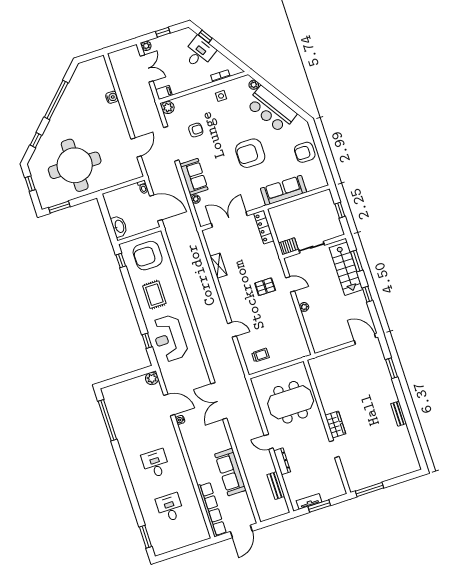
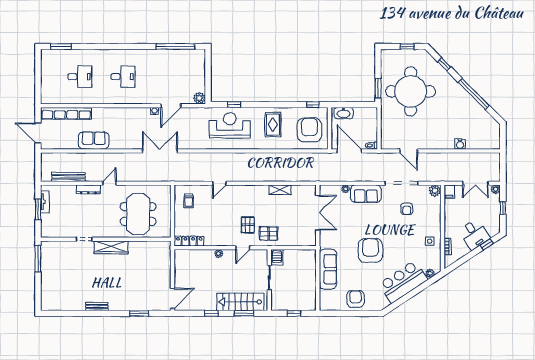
window: (59, 207) -> (378, 88), moved
door: (156, 208) -> (349, 151), swing flipped
locker: (264, 227) -> (189, 241), moved
pallet: (267, 263) -> (269, 234), added
rug: (154, 295) -> (273, 125), turned 90
wardrobe: (335, 424) -> (111, 247), width x1.50
sofa: (230, 472) -> (94, 140), width x0.73
bench: (276, 486) -> (69, 177), width x1.36

